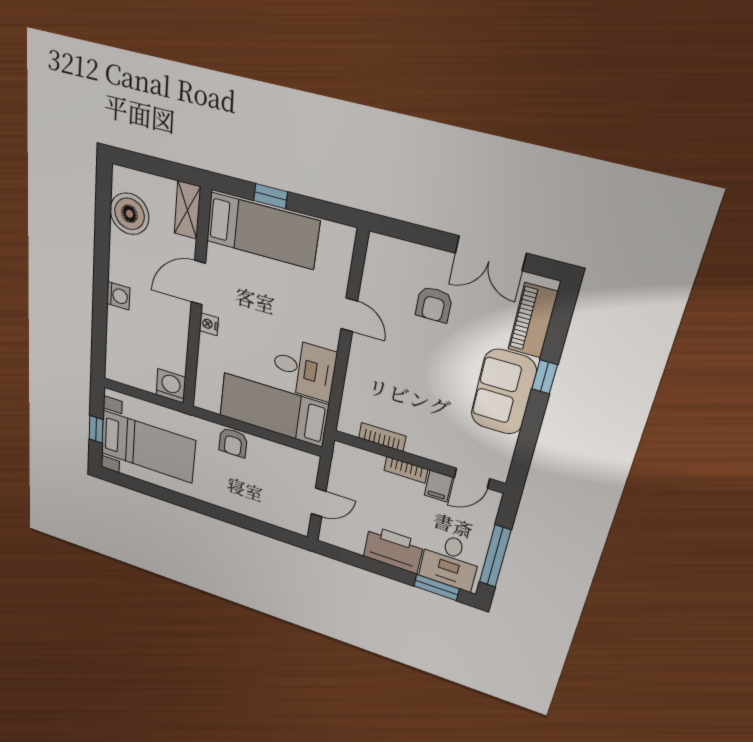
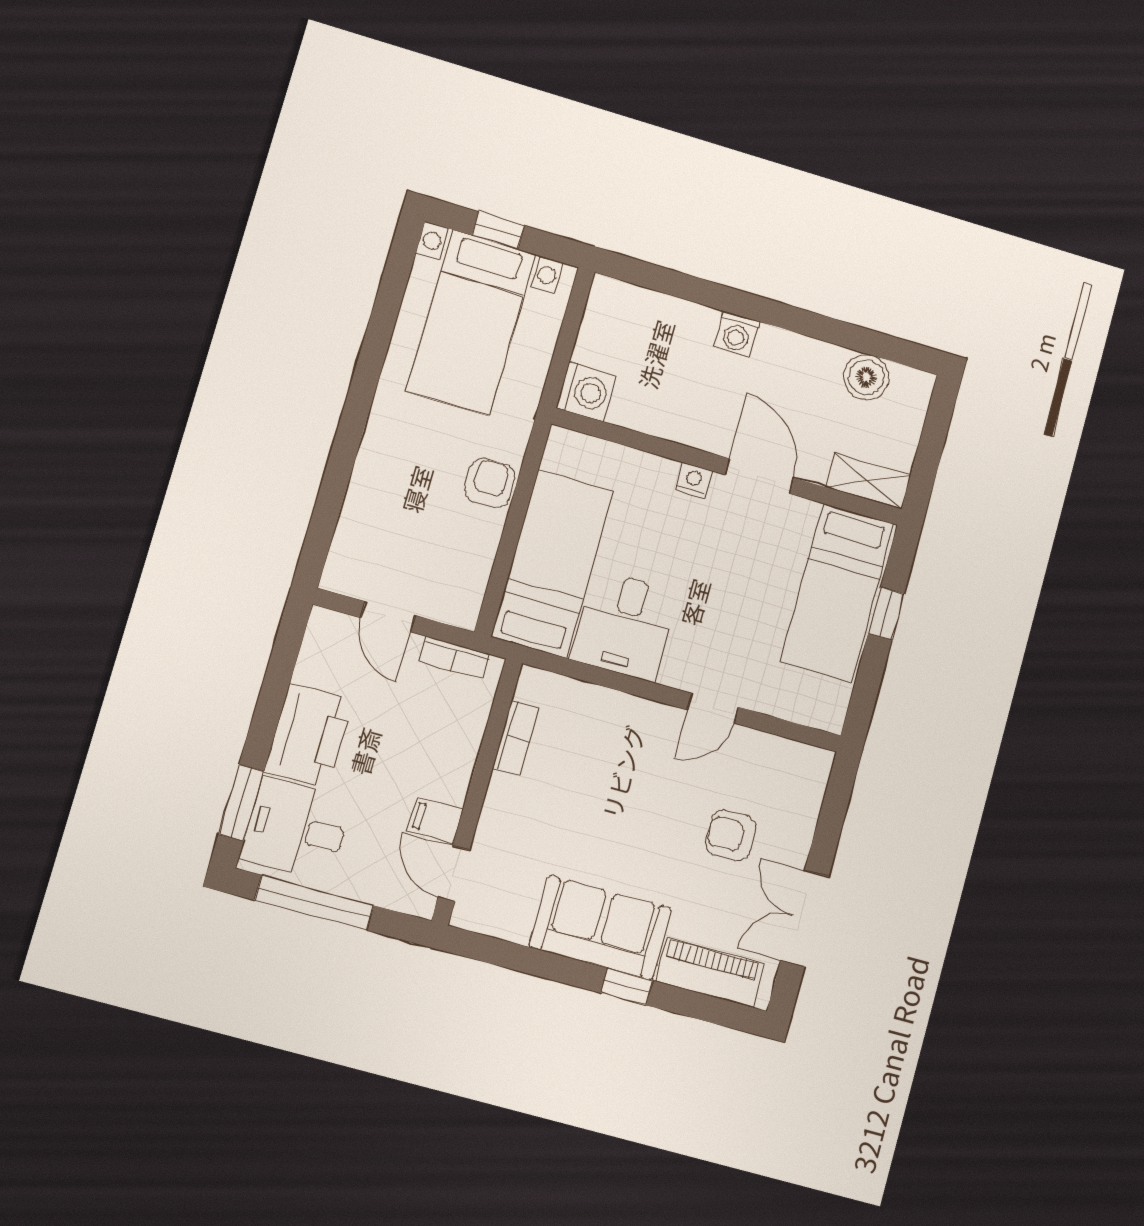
boiler: (129, 214) -> (866, 377), width x0.73, depth x0.73
armchair: (233, 442) -> (490, 483), turned 90
bookcase: (406, 470) -> (455, 658), moved, turned -90

